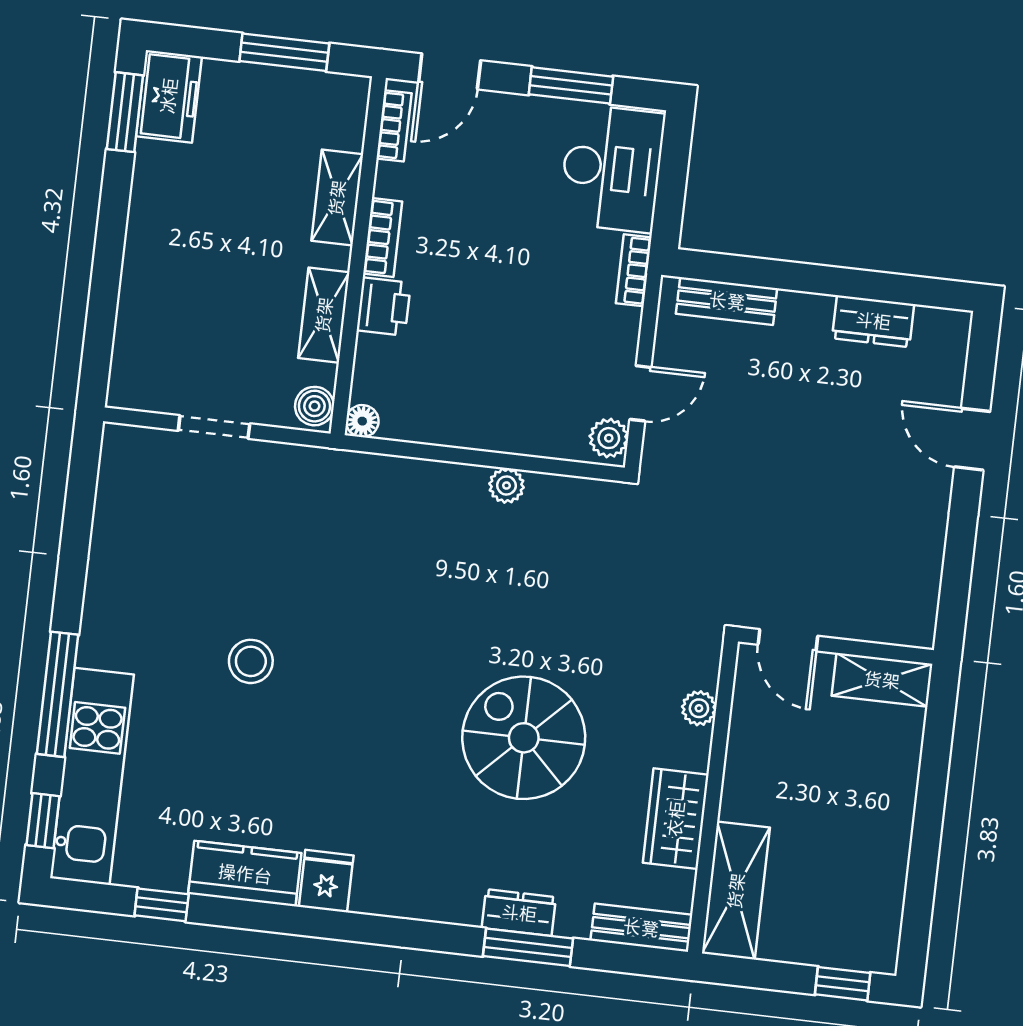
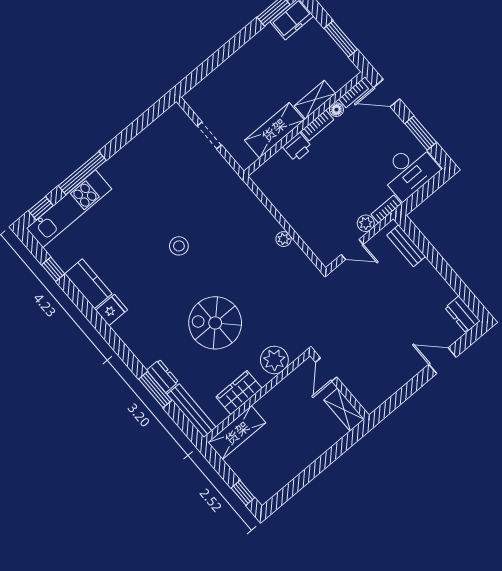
shelving: (324, 315) -> (274, 130), width x1.50, depth x1.33
dresser: (873, 321) -> (463, 314), moved
boiler: (314, 406) -> (247, 158), removed
floor lamp: (362, 421) -> (336, 110), moved
plant: (609, 438) -> (366, 223), moved
door: (972, 439) -> (442, 361), hinge flipped
stool: (251, 661) -> (179, 246), moved
plant: (699, 708) -> (274, 360), width x1.87, depth x1.87
spiral stairs: (524, 738) -> (215, 323), turned -90
bench: (641, 928) -> (191, 411), width x1.36

